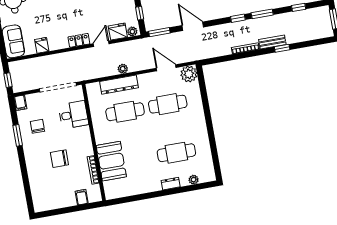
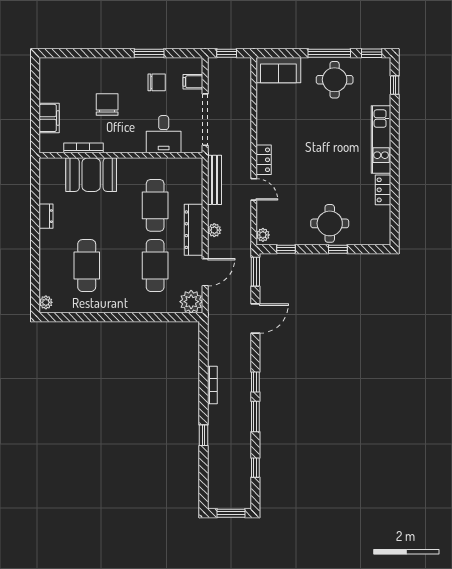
fridge: (118, 32) -> (266, 215), removed
bench: (272, 42) -> (214, 180), moved, width x1.36
fridge: (42, 45) -> (266, 108), removed
plant: (123, 69) -> (214, 230), moved
dresser: (119, 85) -> (194, 230), moved
filing cabinet: (20, 103) -> (193, 82), moved
plant: (194, 180) -> (46, 302), moved
dresser: (171, 184) -> (46, 216), moved
filing cabinet: (82, 197) -> (49, 118), width x2.00

